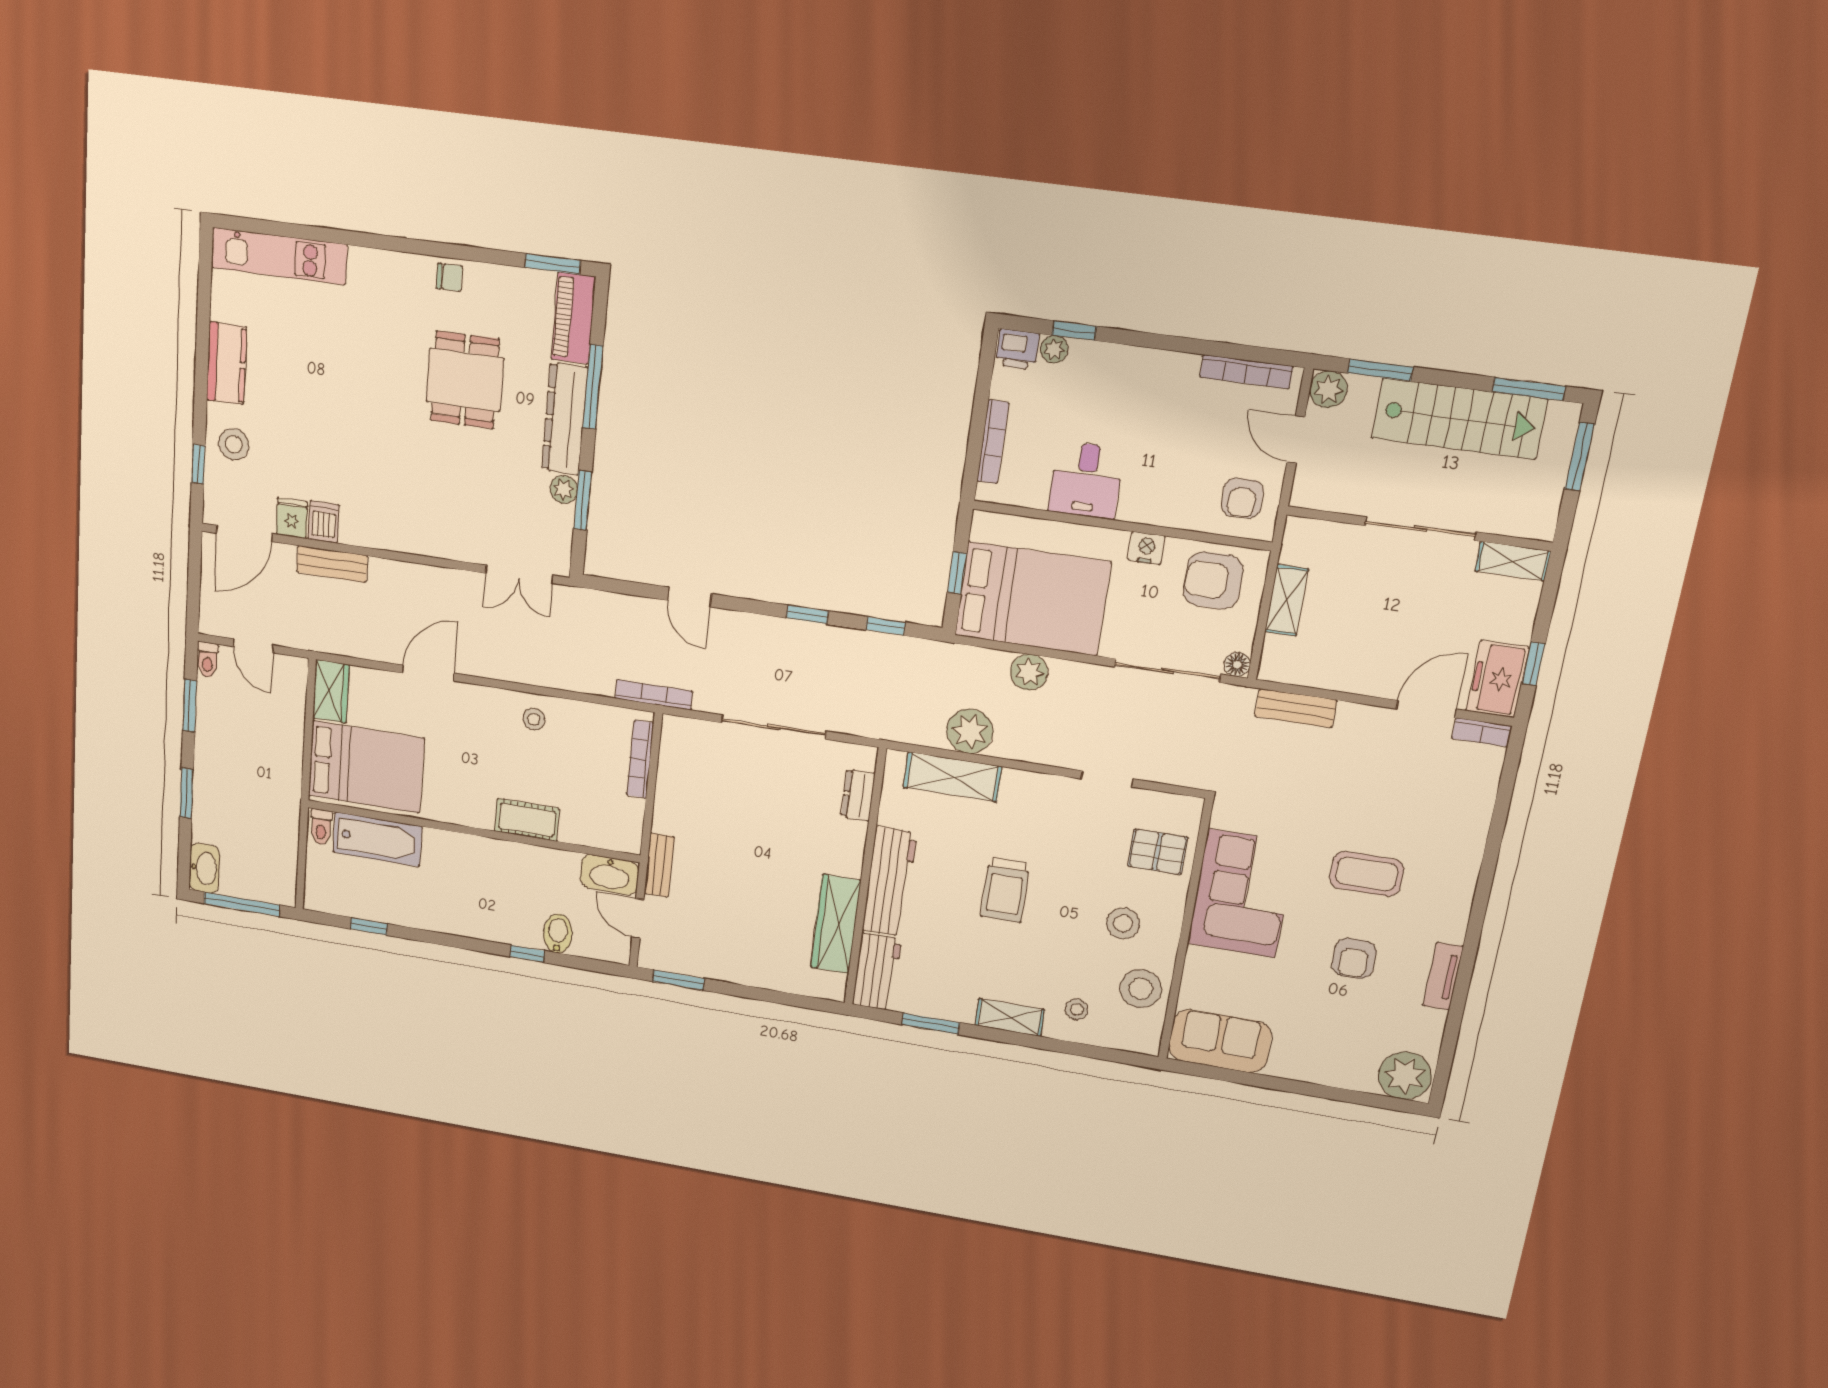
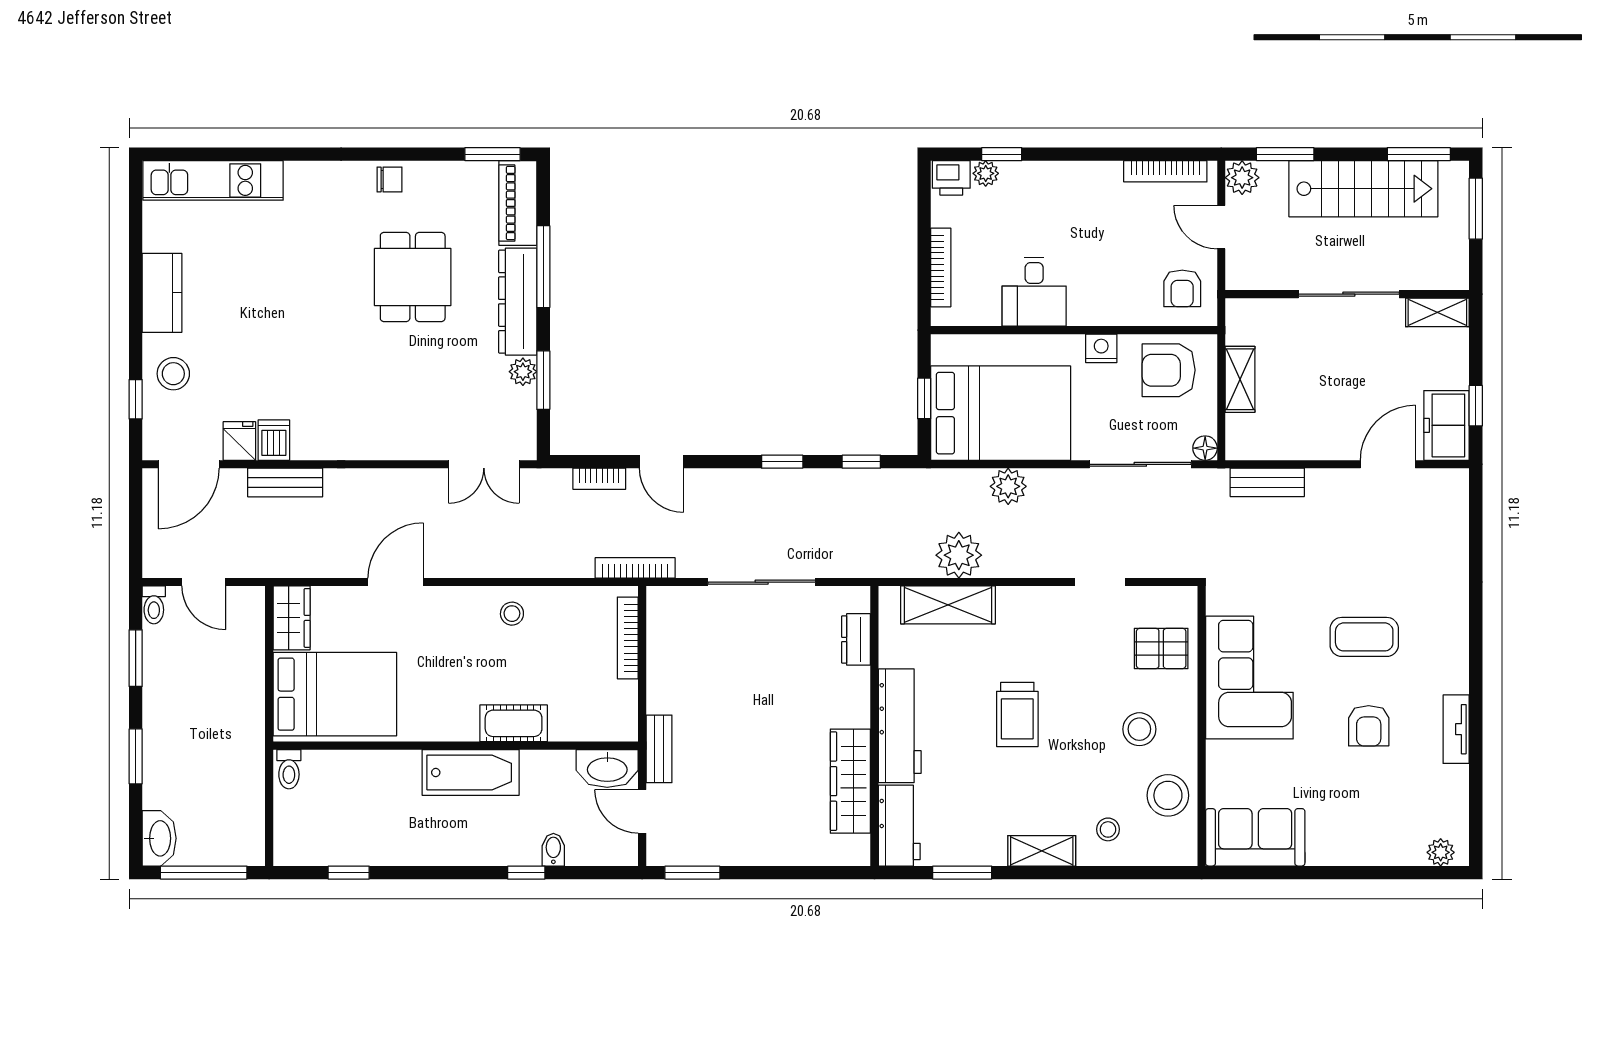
bookcase: (1482, 732) -> (599, 479), moved
bathtub: (377, 839) -> (471, 772), moved
bidet: (558, 934) -> (553, 850), width x0.72, depth x0.74
plant: (1405, 1076) -> (1441, 852), width x0.53, depth x0.53

